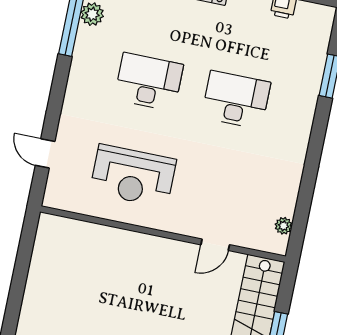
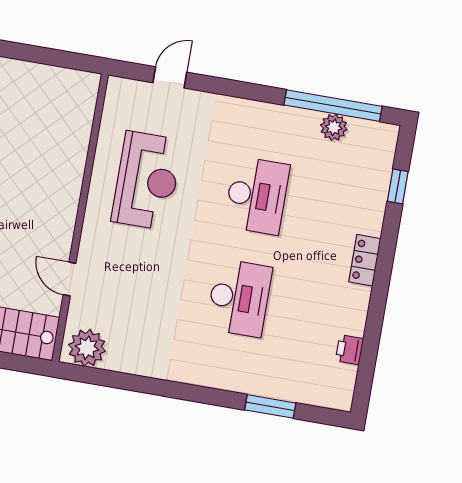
reception desk: (133, 176) -> (147, 181), turned 180
plant: (284, 226) -> (87, 348), width x1.88, depth x1.88

